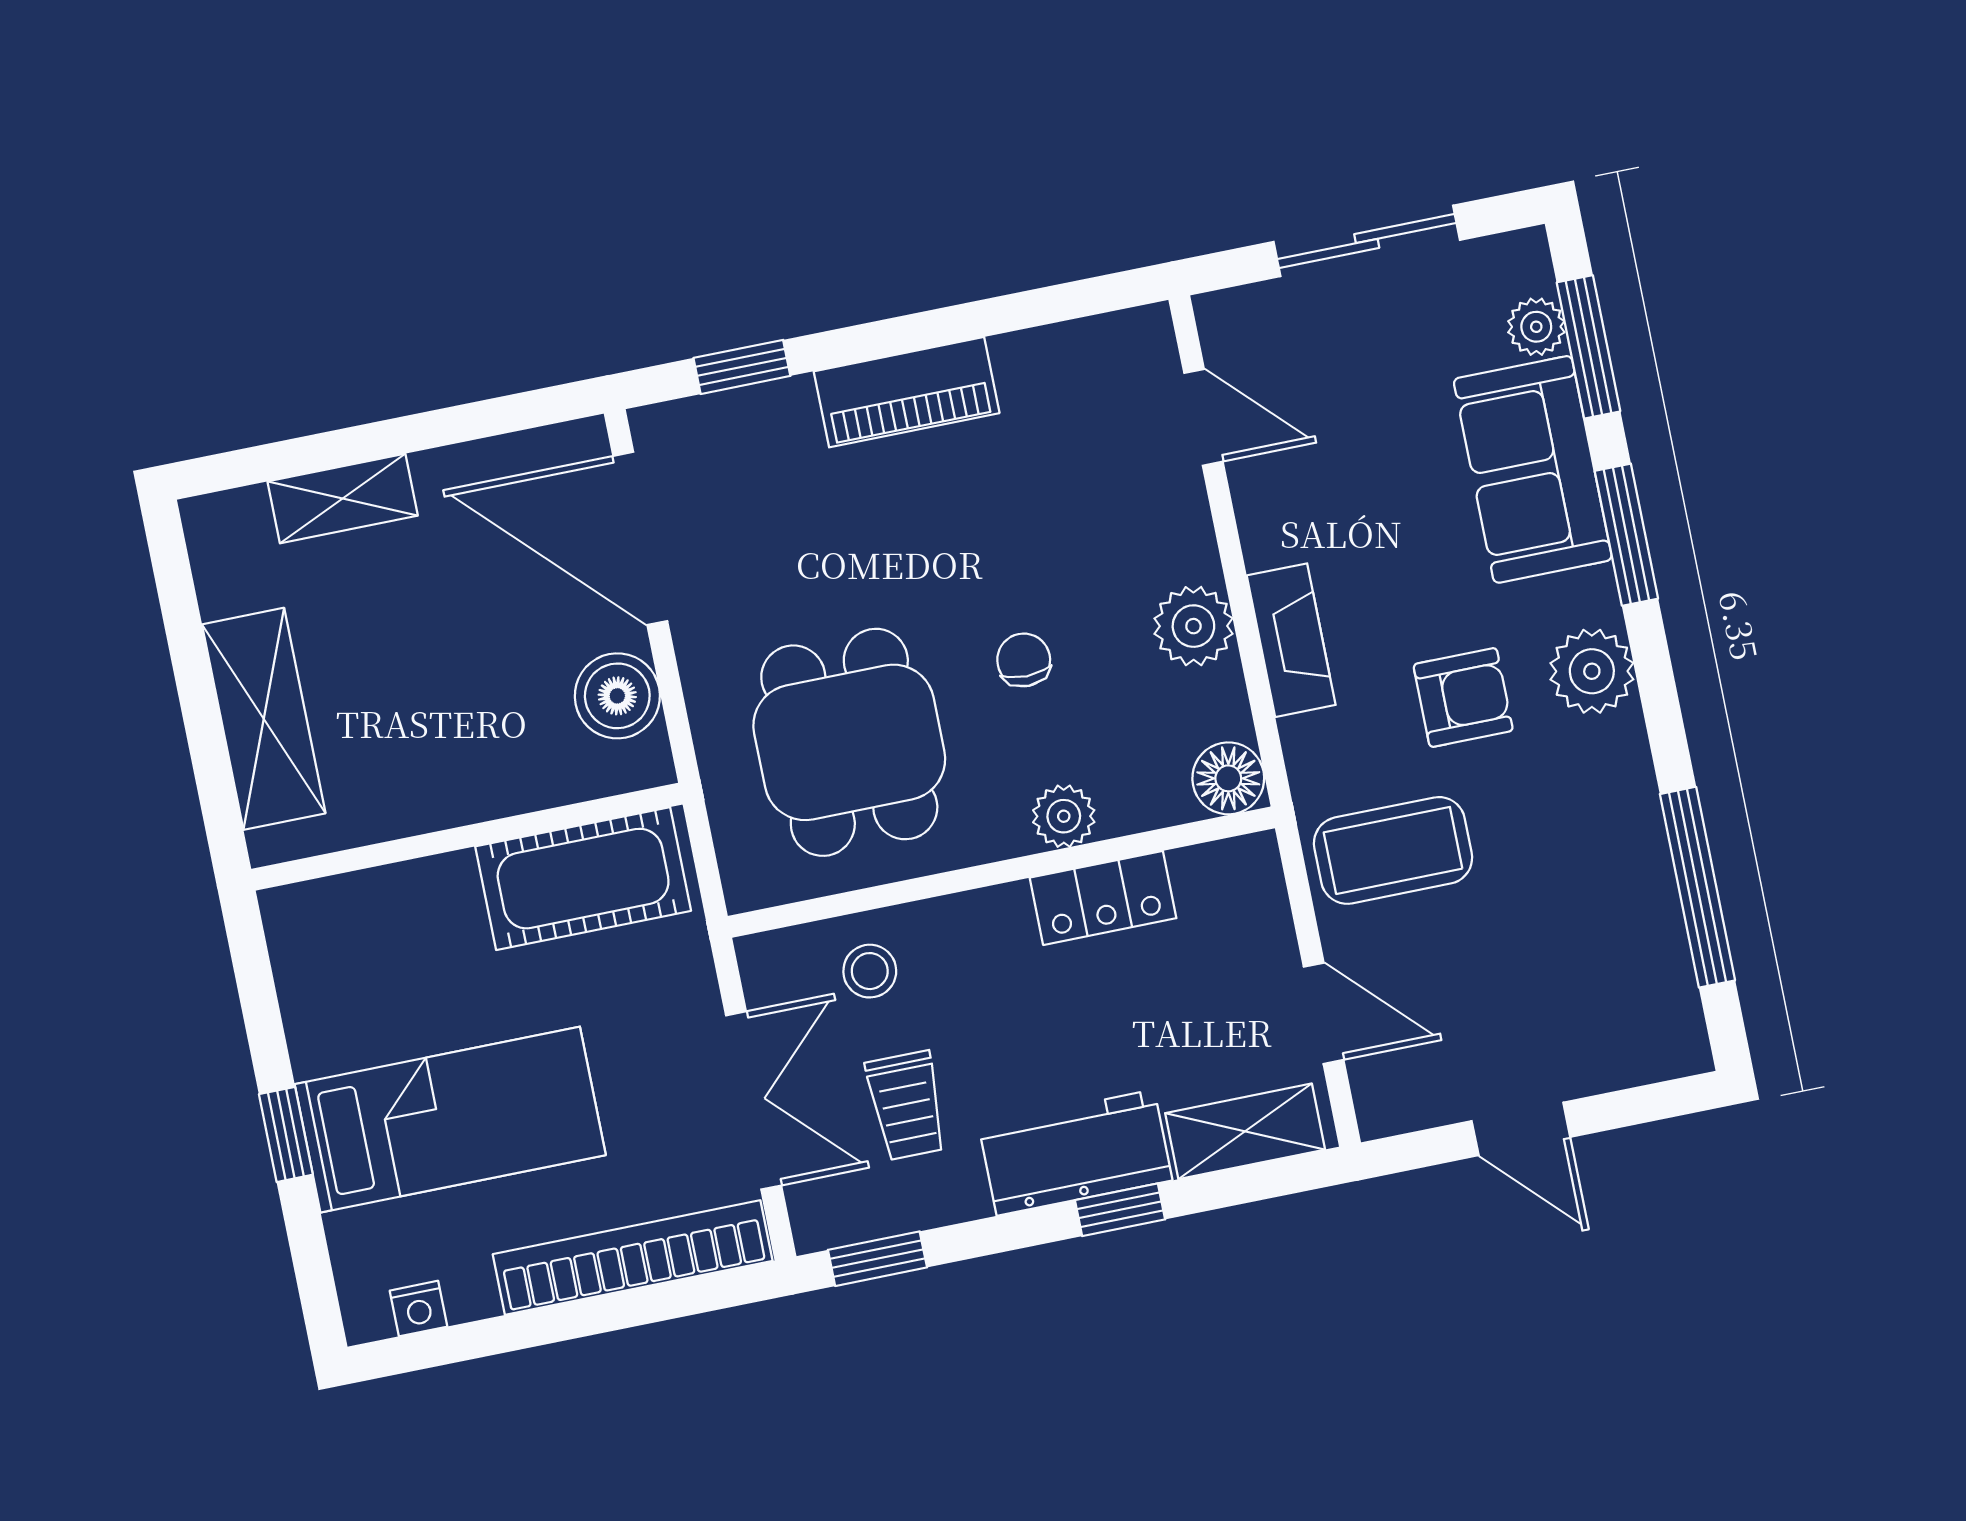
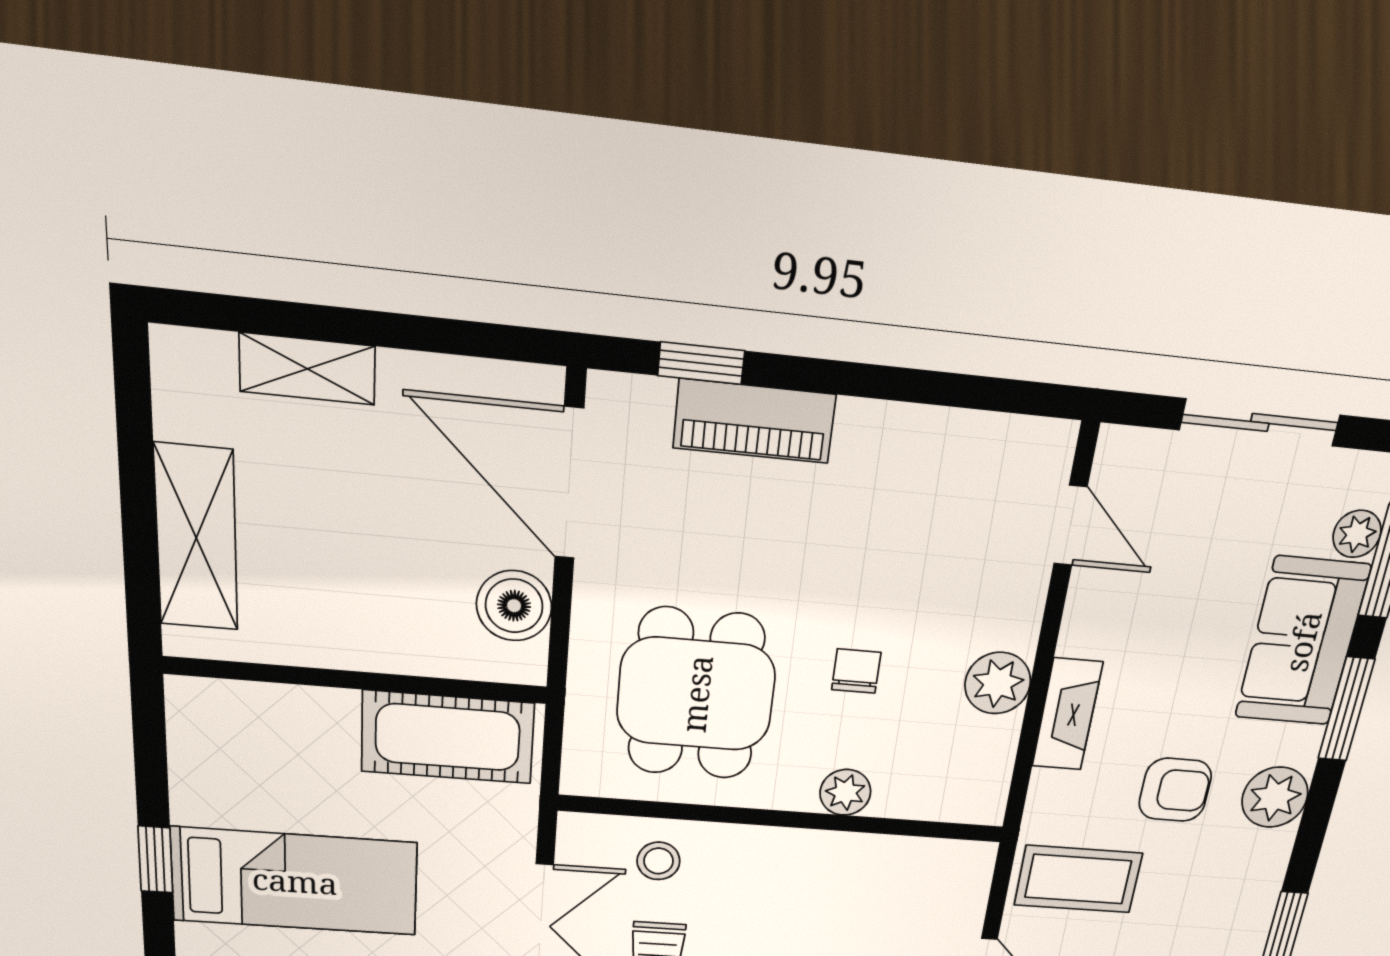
piano: (907, 392) -> (754, 421), moved
floor lamp: (1228, 778) -> (979, 799), removed
locker: (1103, 898) -> (854, 856), removed

